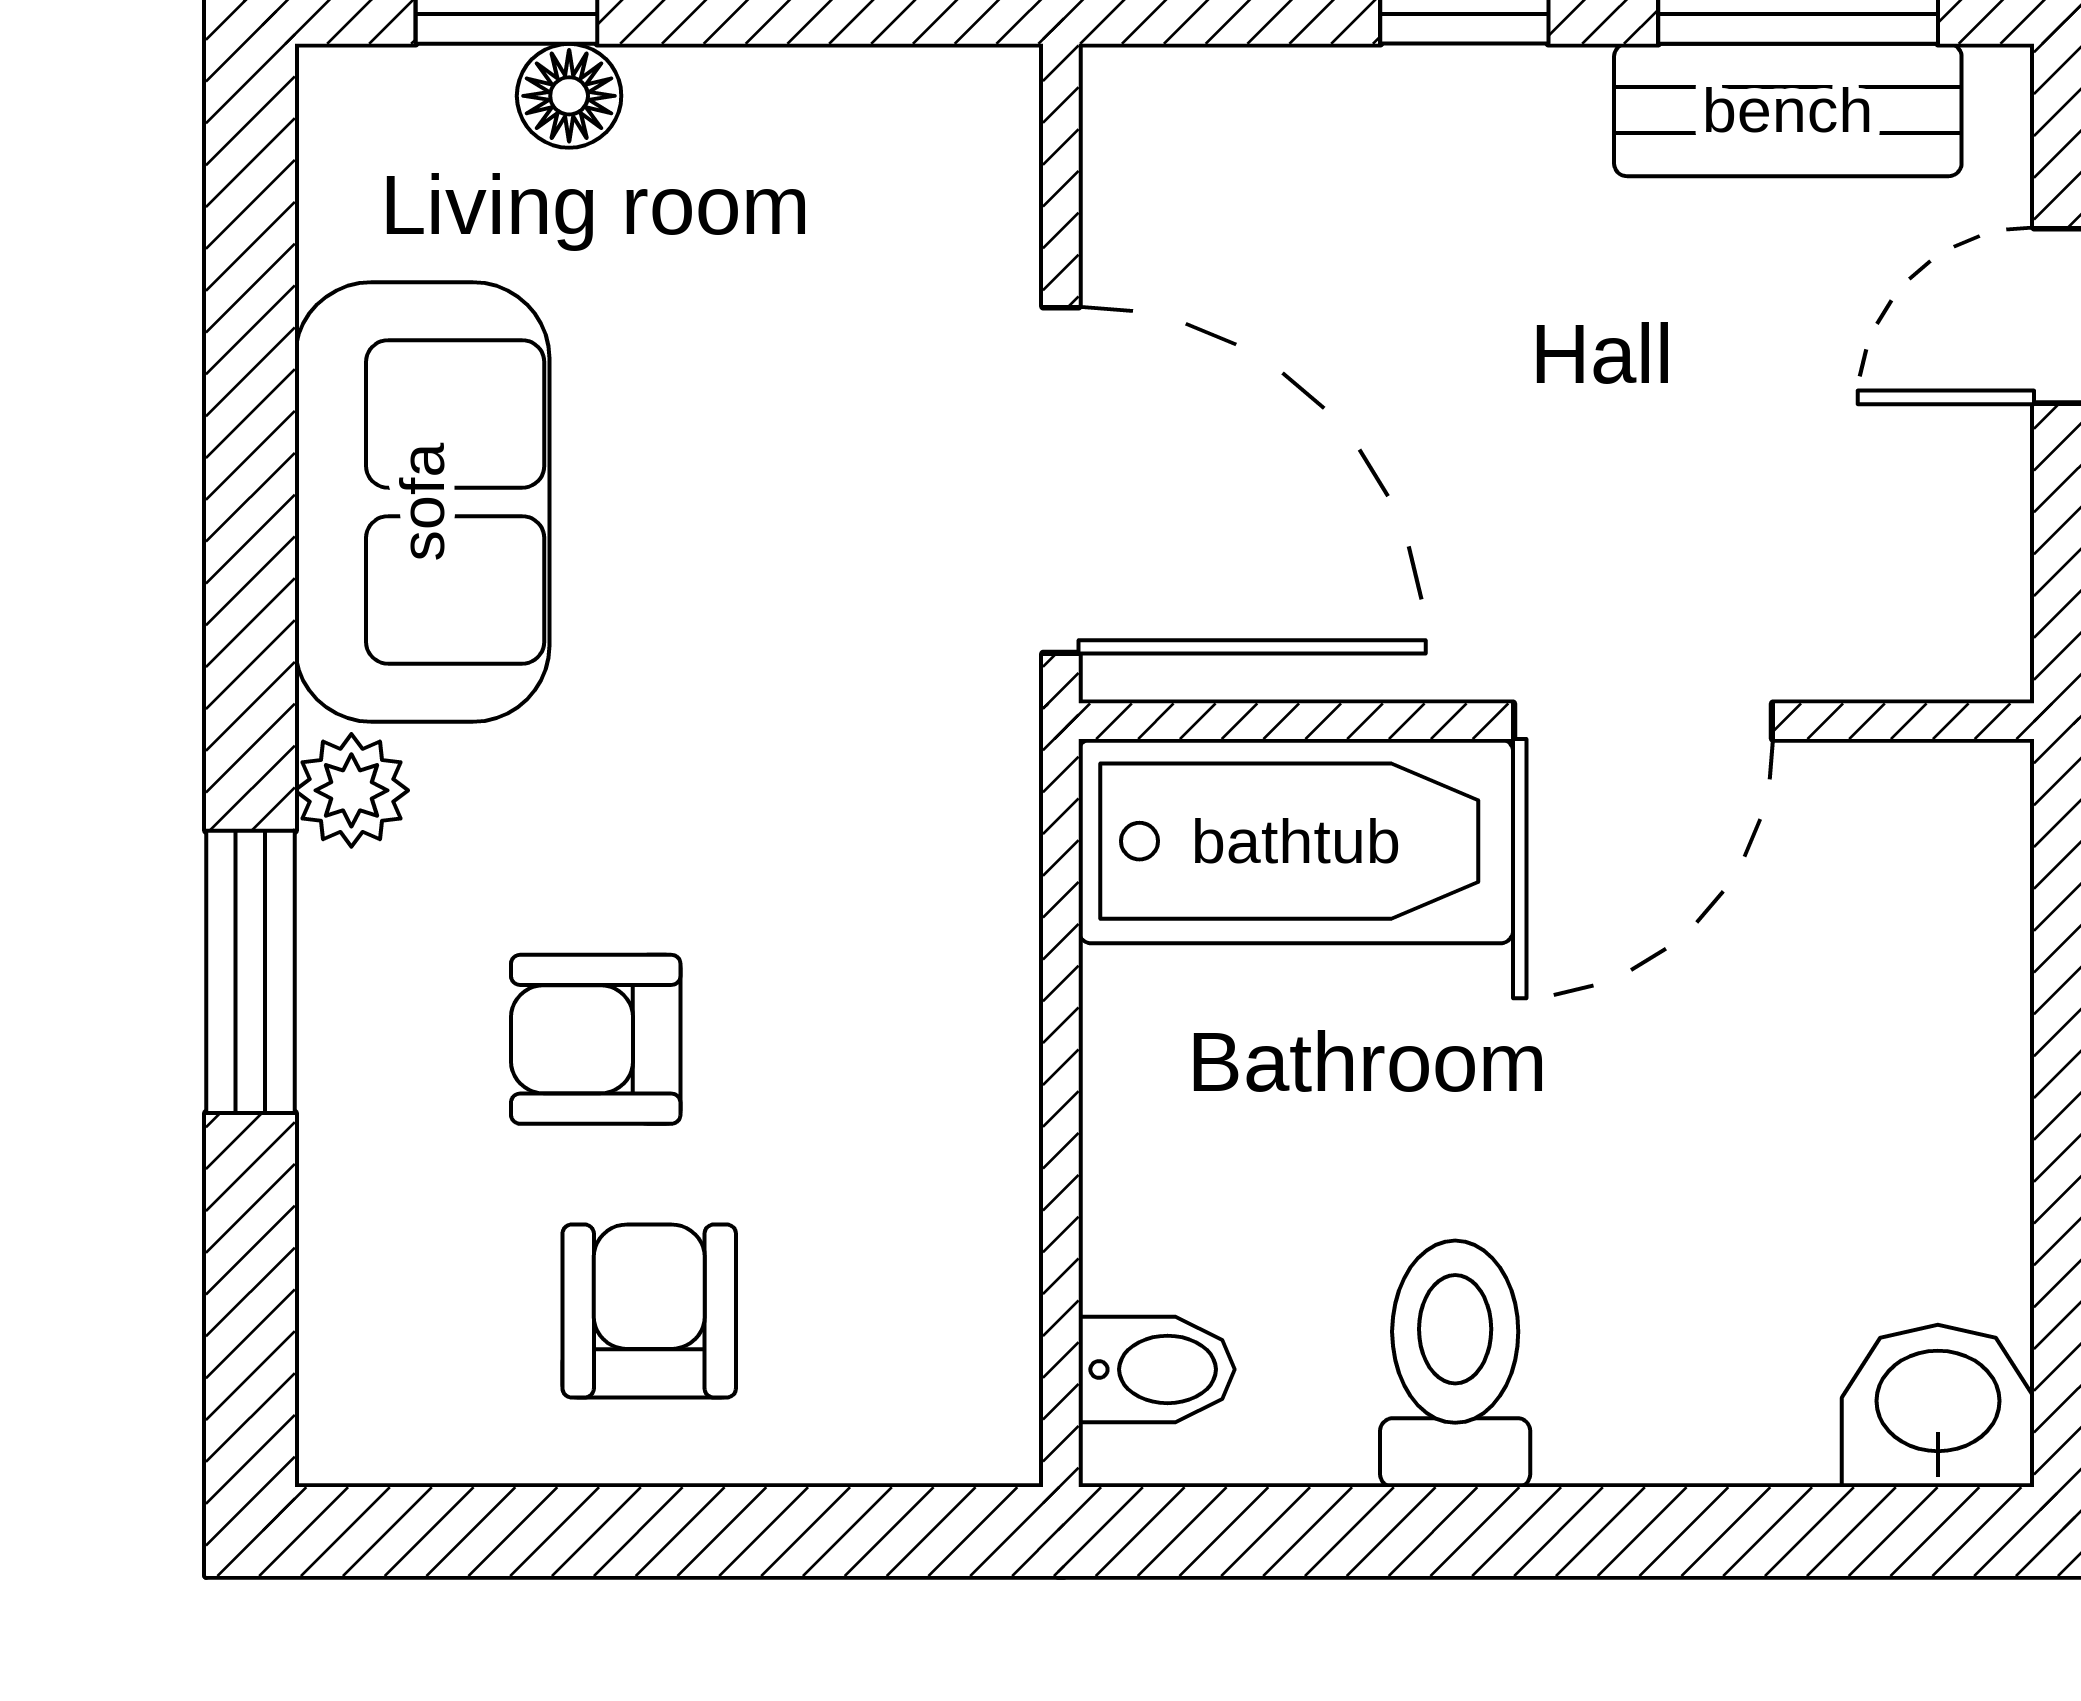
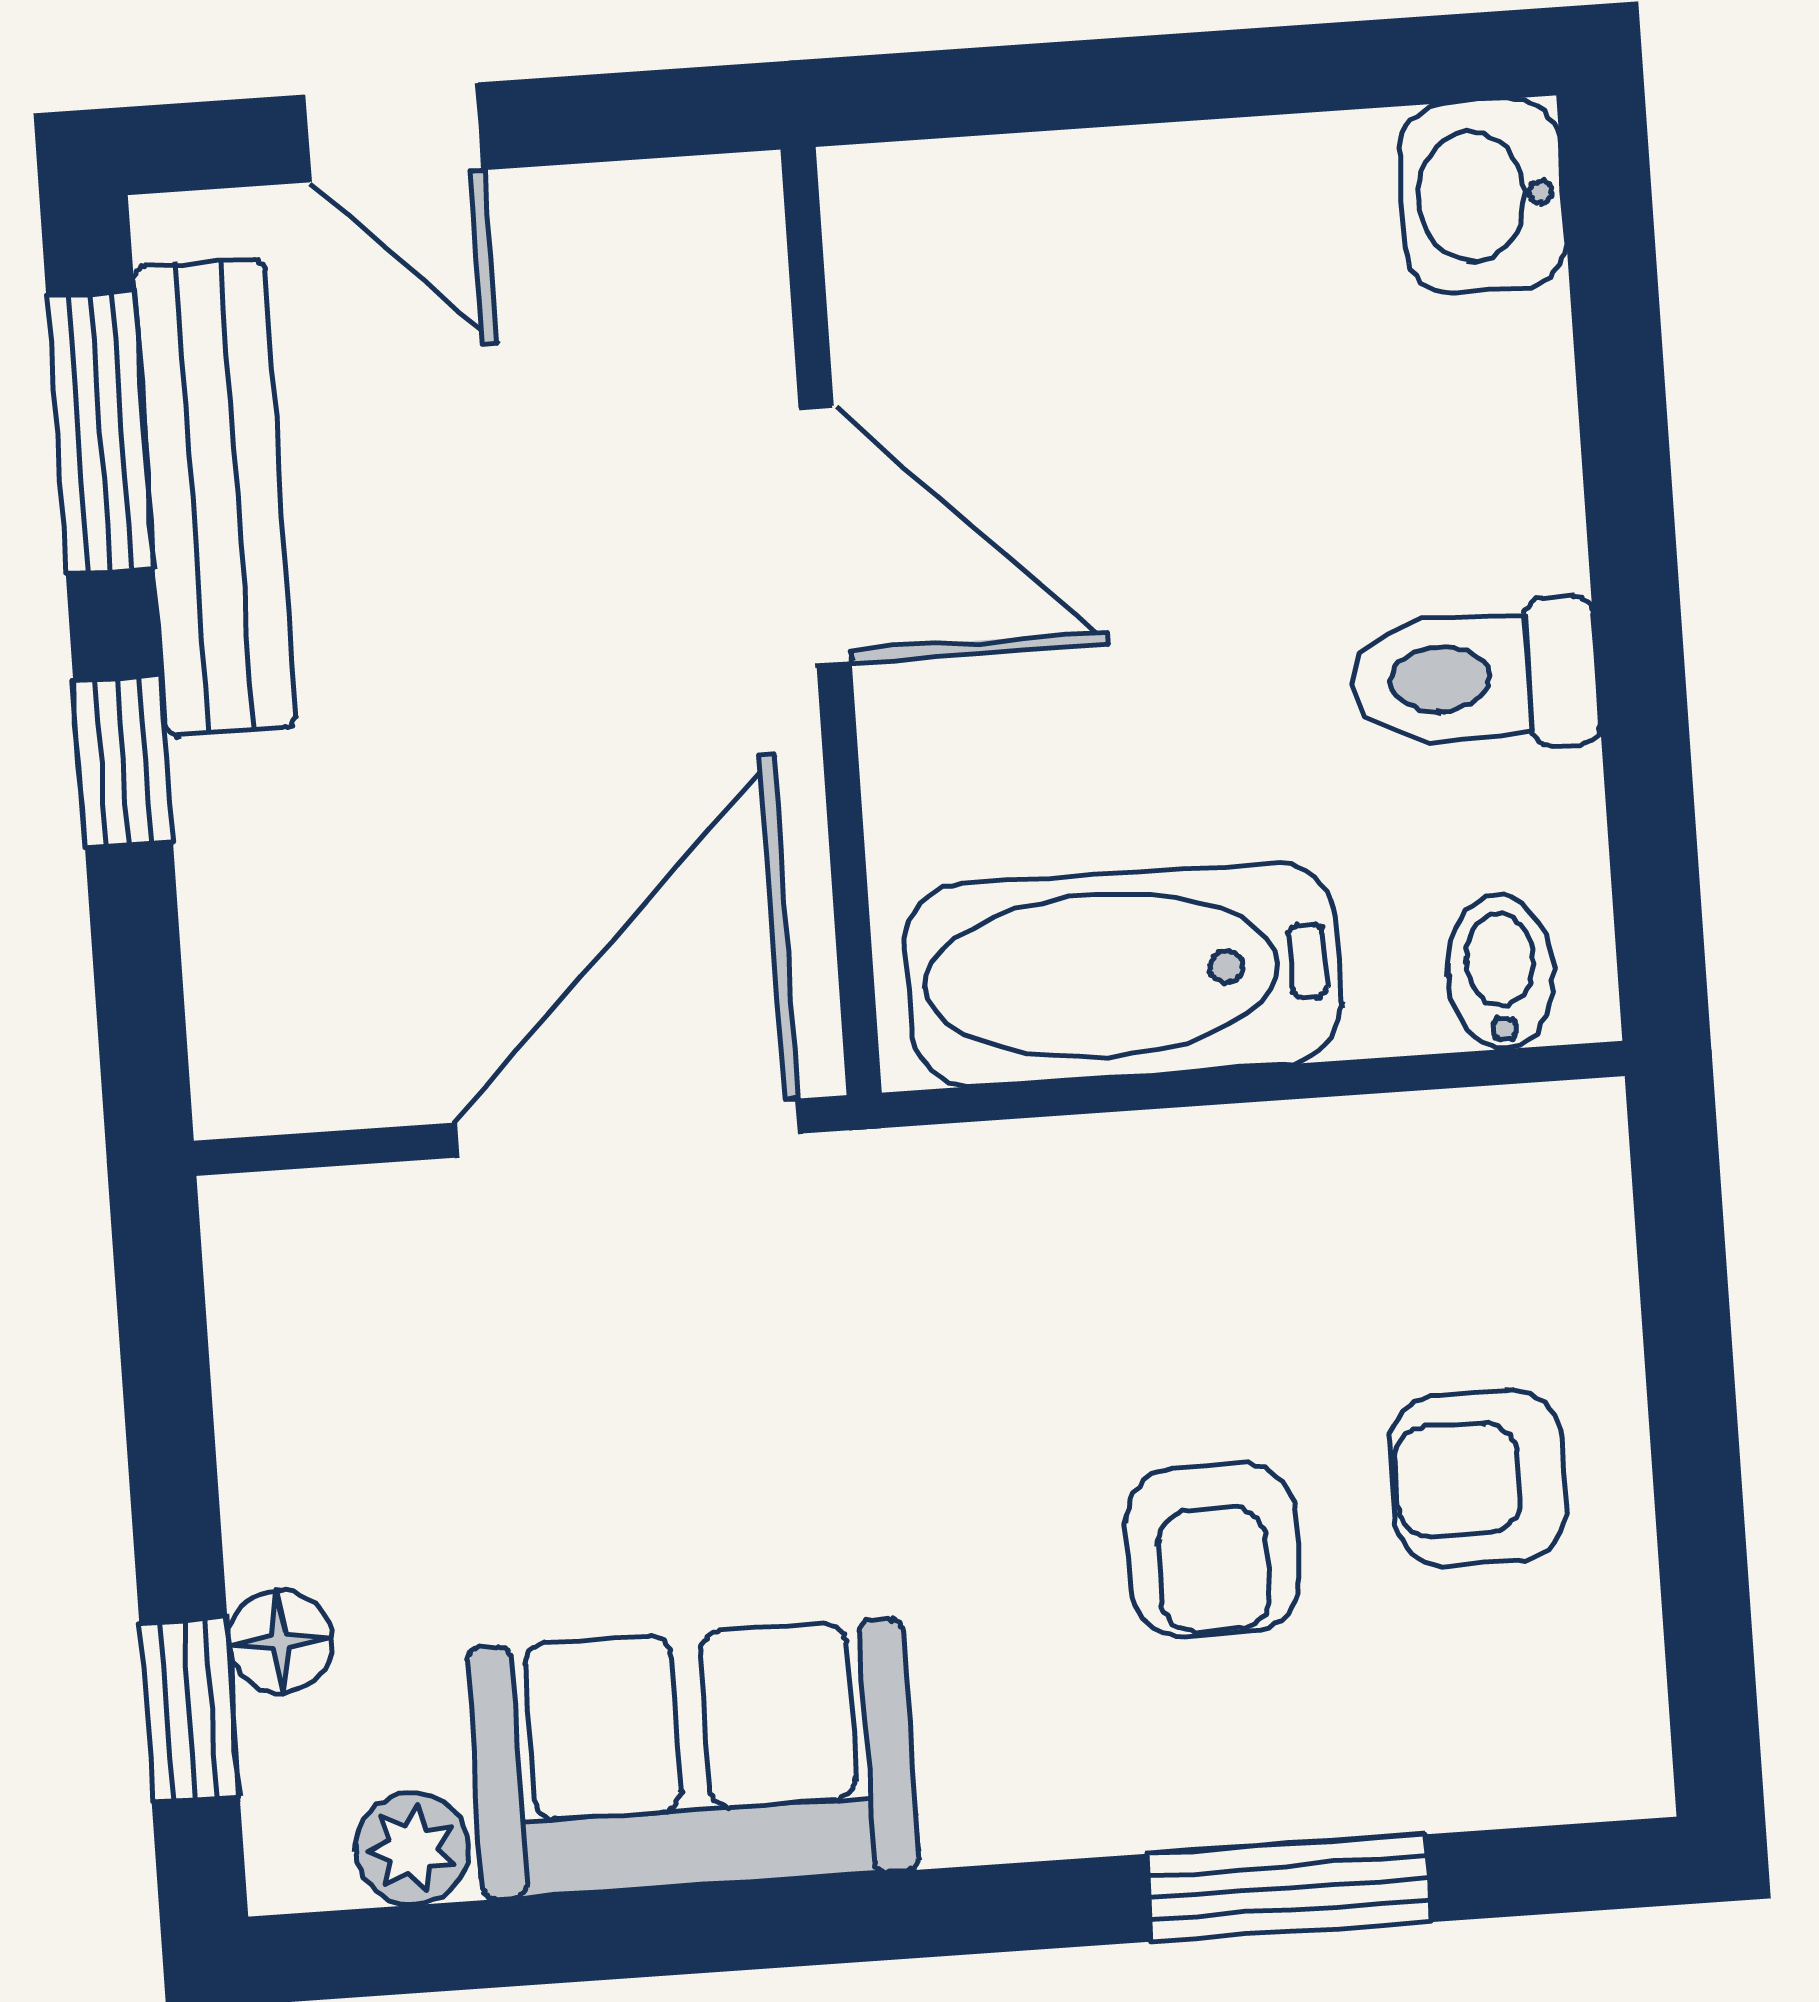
bench: (1788, 110) -> (215, 497), width x1.36
plant: (351, 790) -> (412, 1849), moved
bathtub: (1296, 841) -> (1123, 974), moved, turned -90
window: (251, 972) -> (1288, 1888), moved

